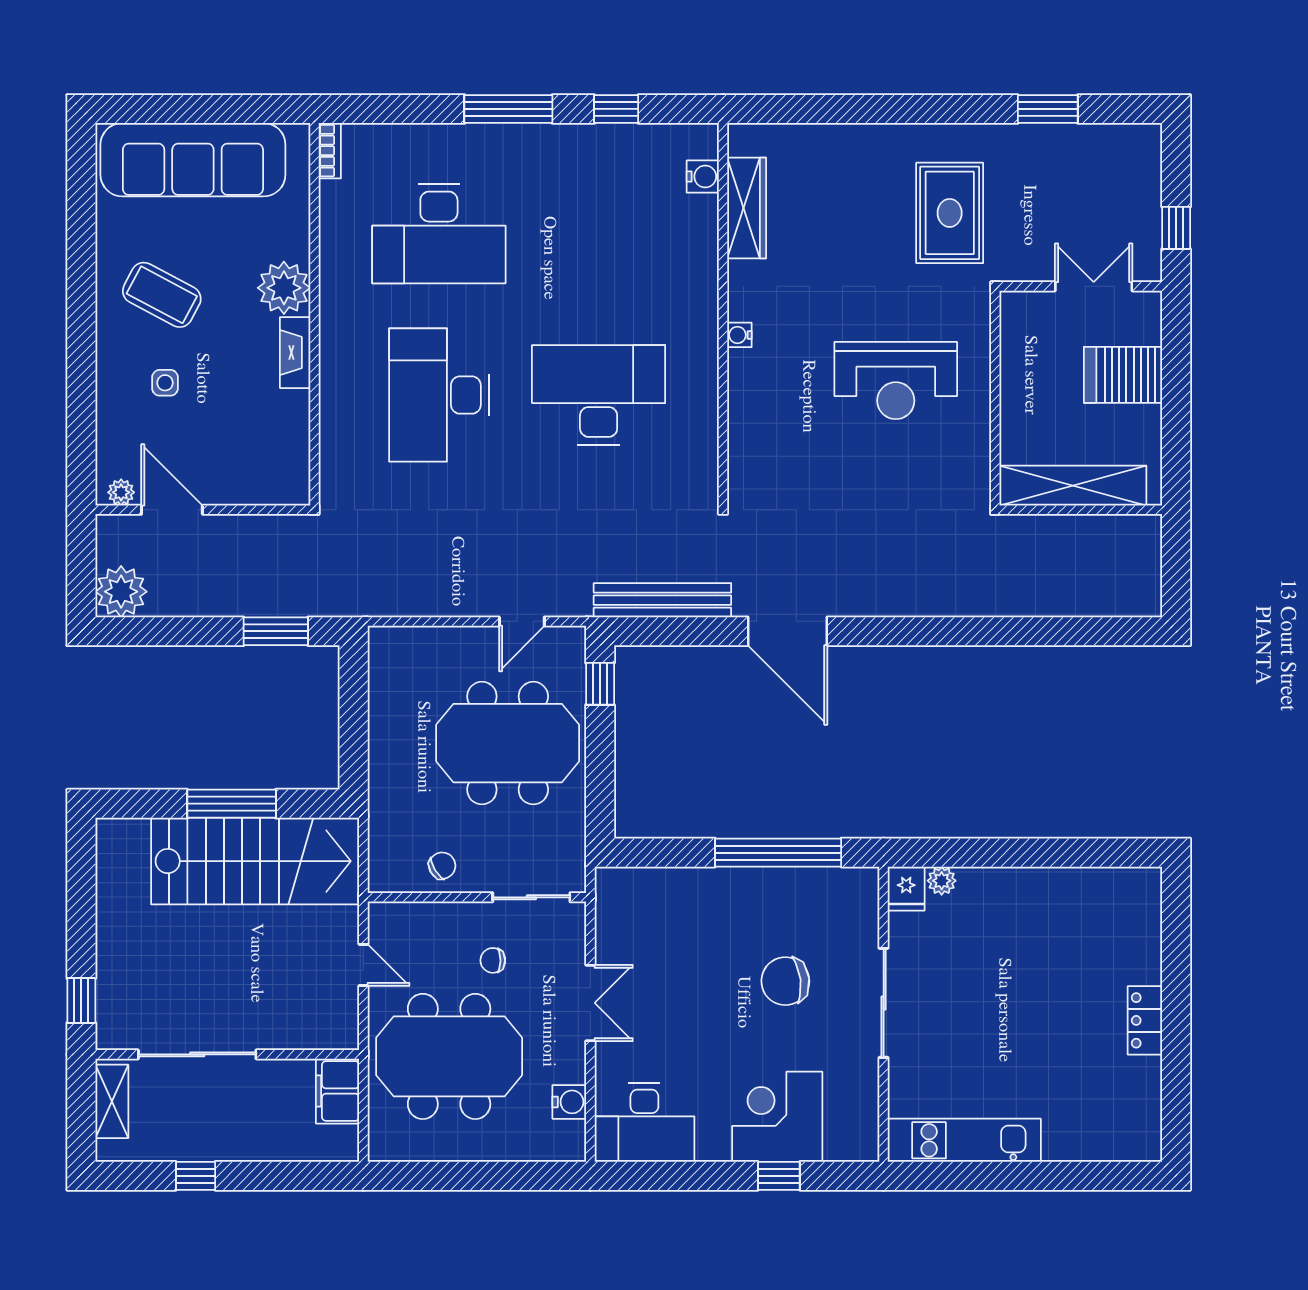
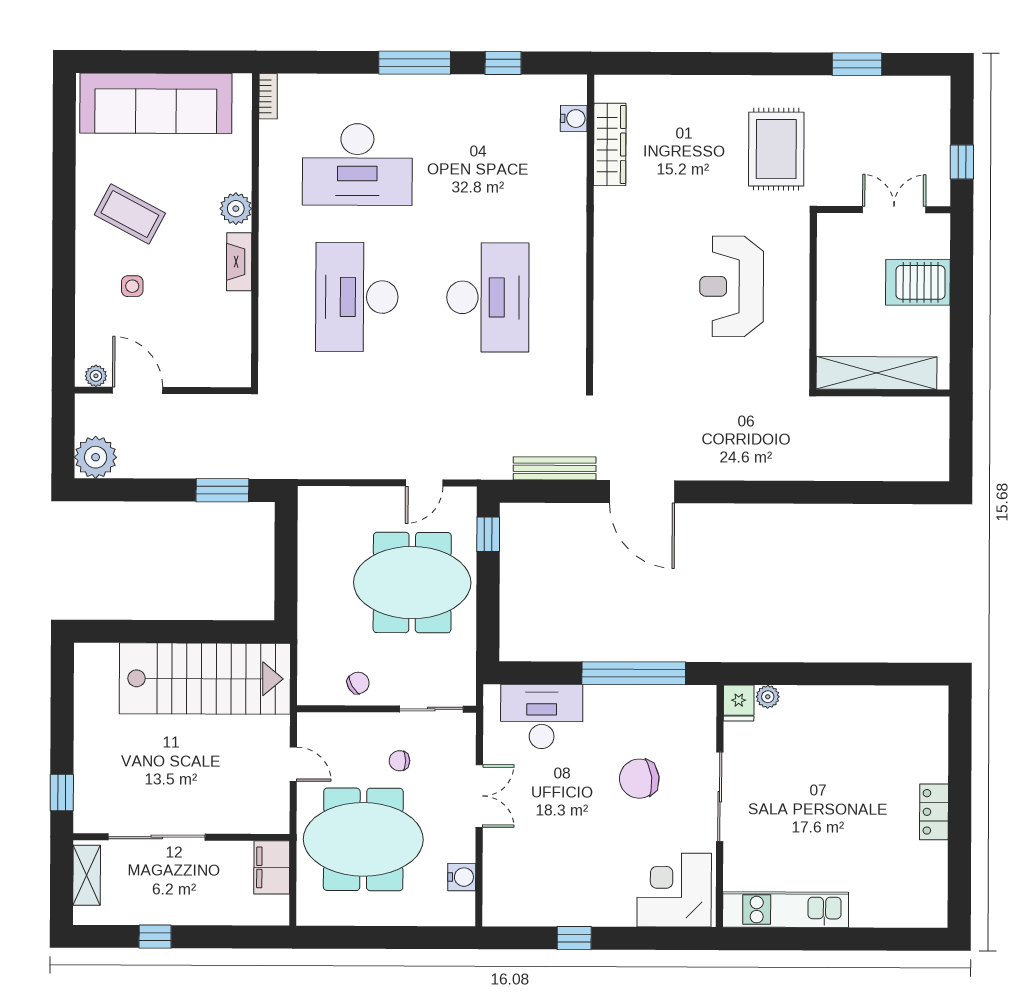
plant: (284, 288) -> (236, 209), width x0.73, depth x0.73
water cooler: (739, 335) -> (603, 249), removed
reception desk: (896, 381) -> (732, 286), turned 90
desk: (599, 395) -> (488, 297), turned 90
bench: (662, 600) -> (555, 468), width x0.73, depth x0.82
window: (232, 804) -> (186, 632), removed
corner desk: (777, 1117) -> (674, 890), moved
desk: (644, 1123) -> (542, 716), moved, turned 180
window: (779, 1176) -> (574, 938), moved

